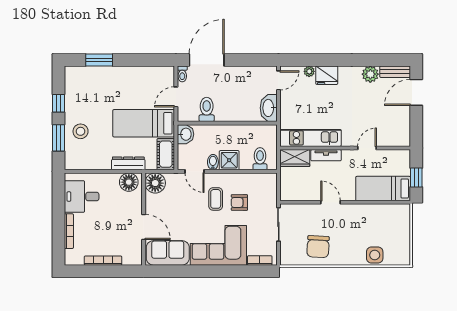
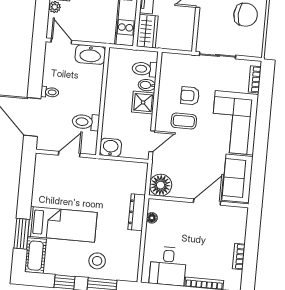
toilet: (182, 74) -> (50, 92), moved
door: (176, 97) -> (69, 154), swing flipped
bed: (144, 123) -> (62, 224), moved, turned -90
cot: (166, 154) -> (35, 256), moved, turned 90
bidet: (213, 162) -> (147, 85), moved
floor lamp: (129, 182) -> (152, 218), width x0.53, depth x0.53
armchair: (239, 202) -> (190, 96), turned 90
bookcase: (103, 261) -> (239, 257), width x0.64

